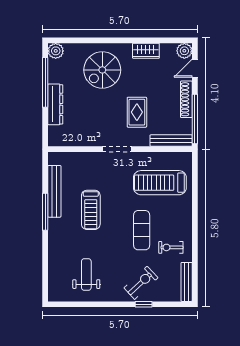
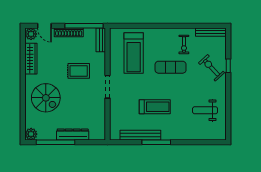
wardrobe: (146, 51) -> (31, 59), width x1.50
bench: (171, 141) -> (101, 40), width x0.73

